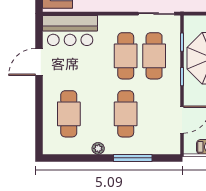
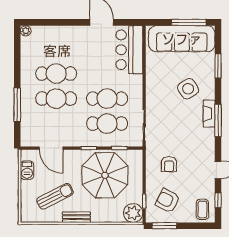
cafe table: (69, 114) -> (56, 74), moved
plant: (98, 148) -> (26, 31), moved

